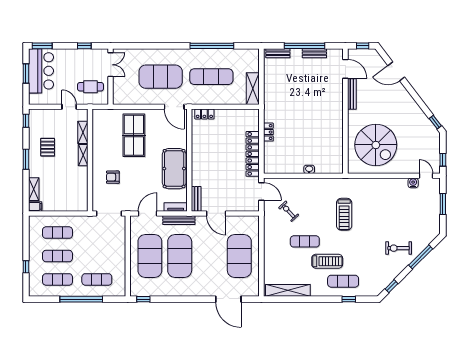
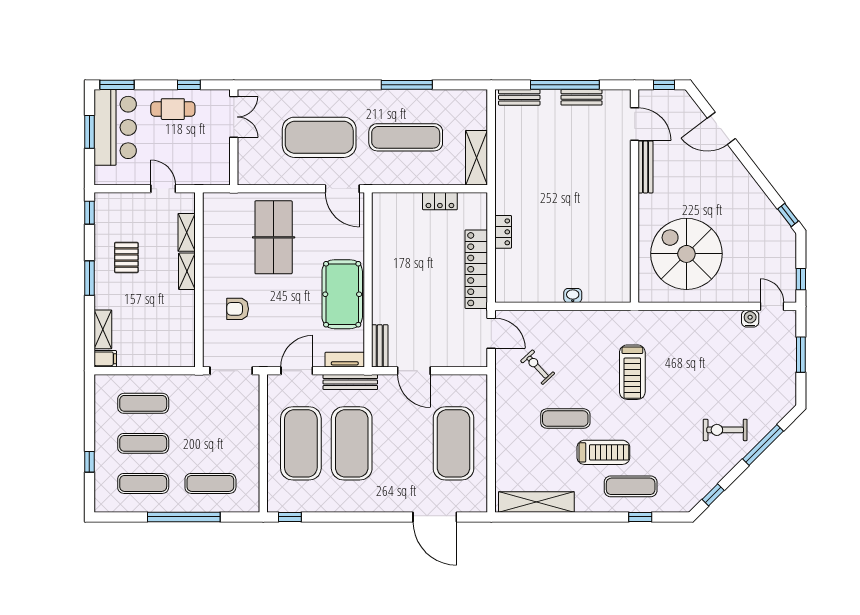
window: (212, 46) -> (407, 85), width x0.68
cafe table: (91, 87) -> (173, 109), moved
locker: (204, 114) -> (440, 201), moved
spiral stairs: (376, 145) -> (686, 254), turned 180

